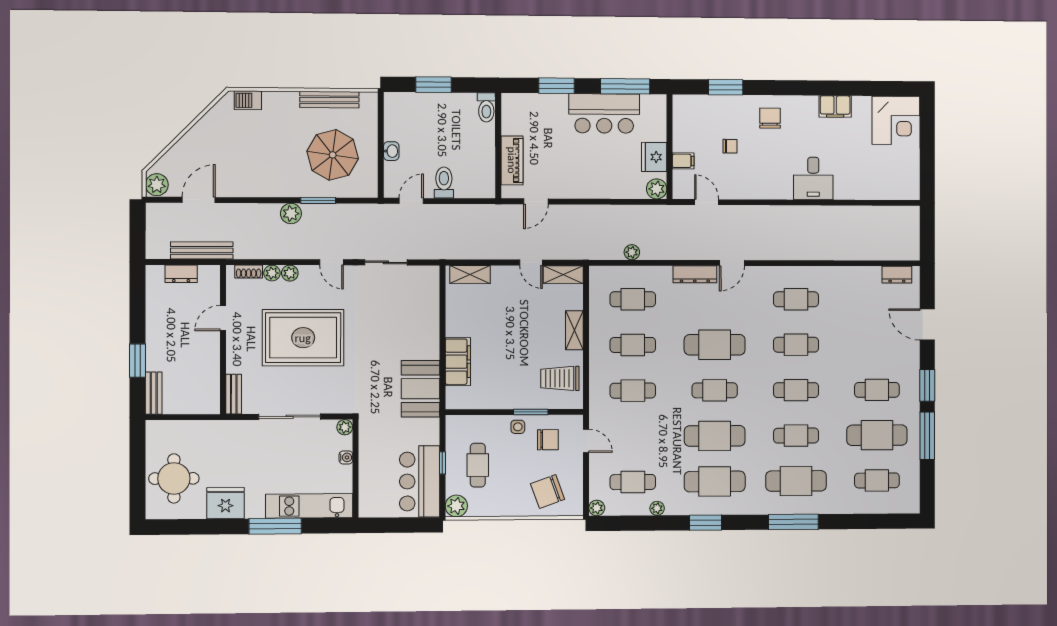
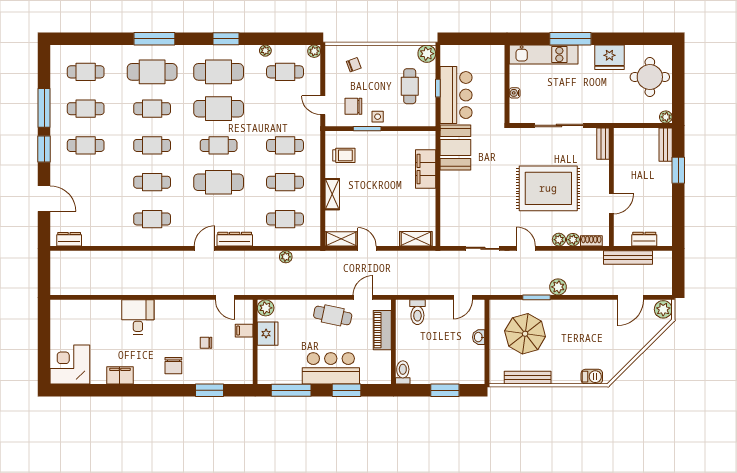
bar counter: (604, 113) -> (331, 368), moved
cafe table: (574, 179) -> (333, 315), added
toilet: (444, 183) -> (417, 312), moved
trolley: (560, 378) -> (344, 155), width x0.73, depth x0.72
plant: (345, 427) -> (666, 117), moved
cafe table: (877, 435) -> (86, 109), width x0.73, depth x0.74
bar counter: (420, 481) -> (456, 95), moved
chair: (548, 491) -> (354, 65), width x0.54, depth x0.54

